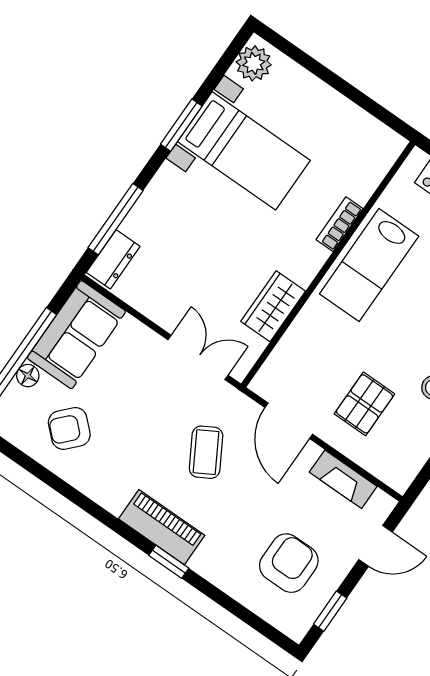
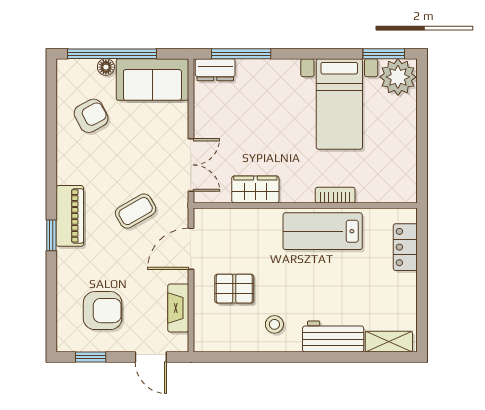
plant: (254, 63) -> (398, 77), width x1.36, depth x1.36
window: (181, 125) -> (384, 54), moved
armchair: (69, 428) -> (91, 116), turned 109

